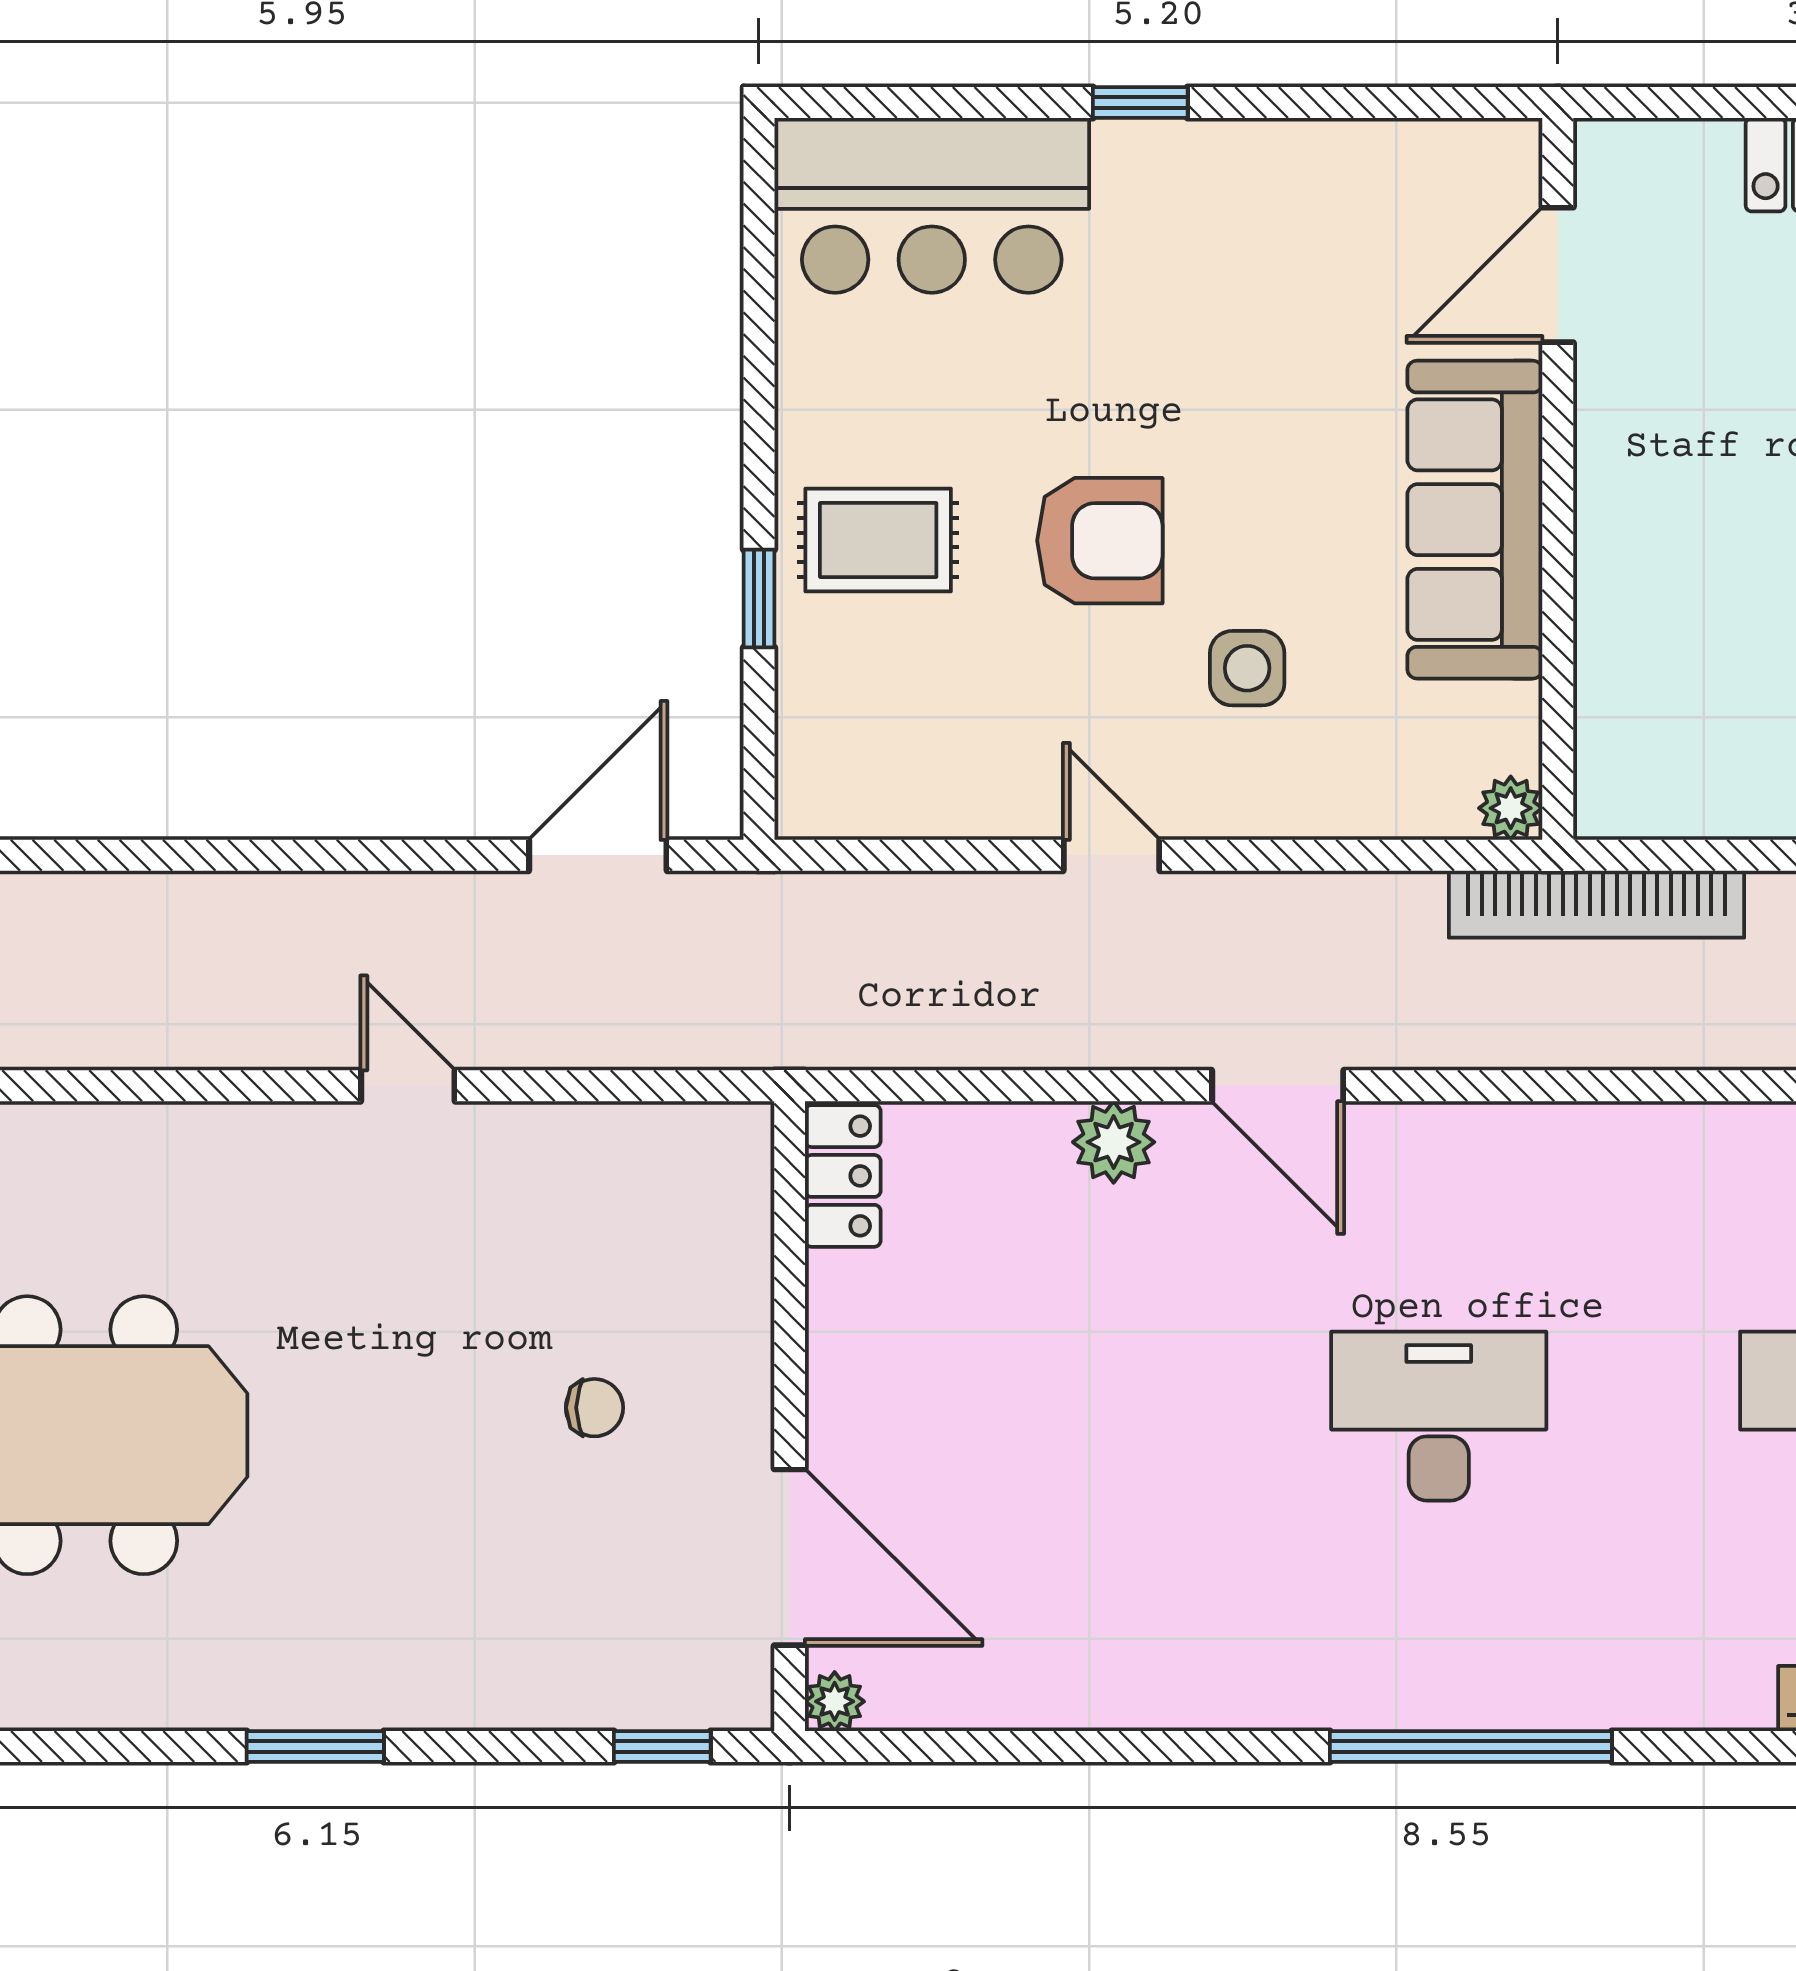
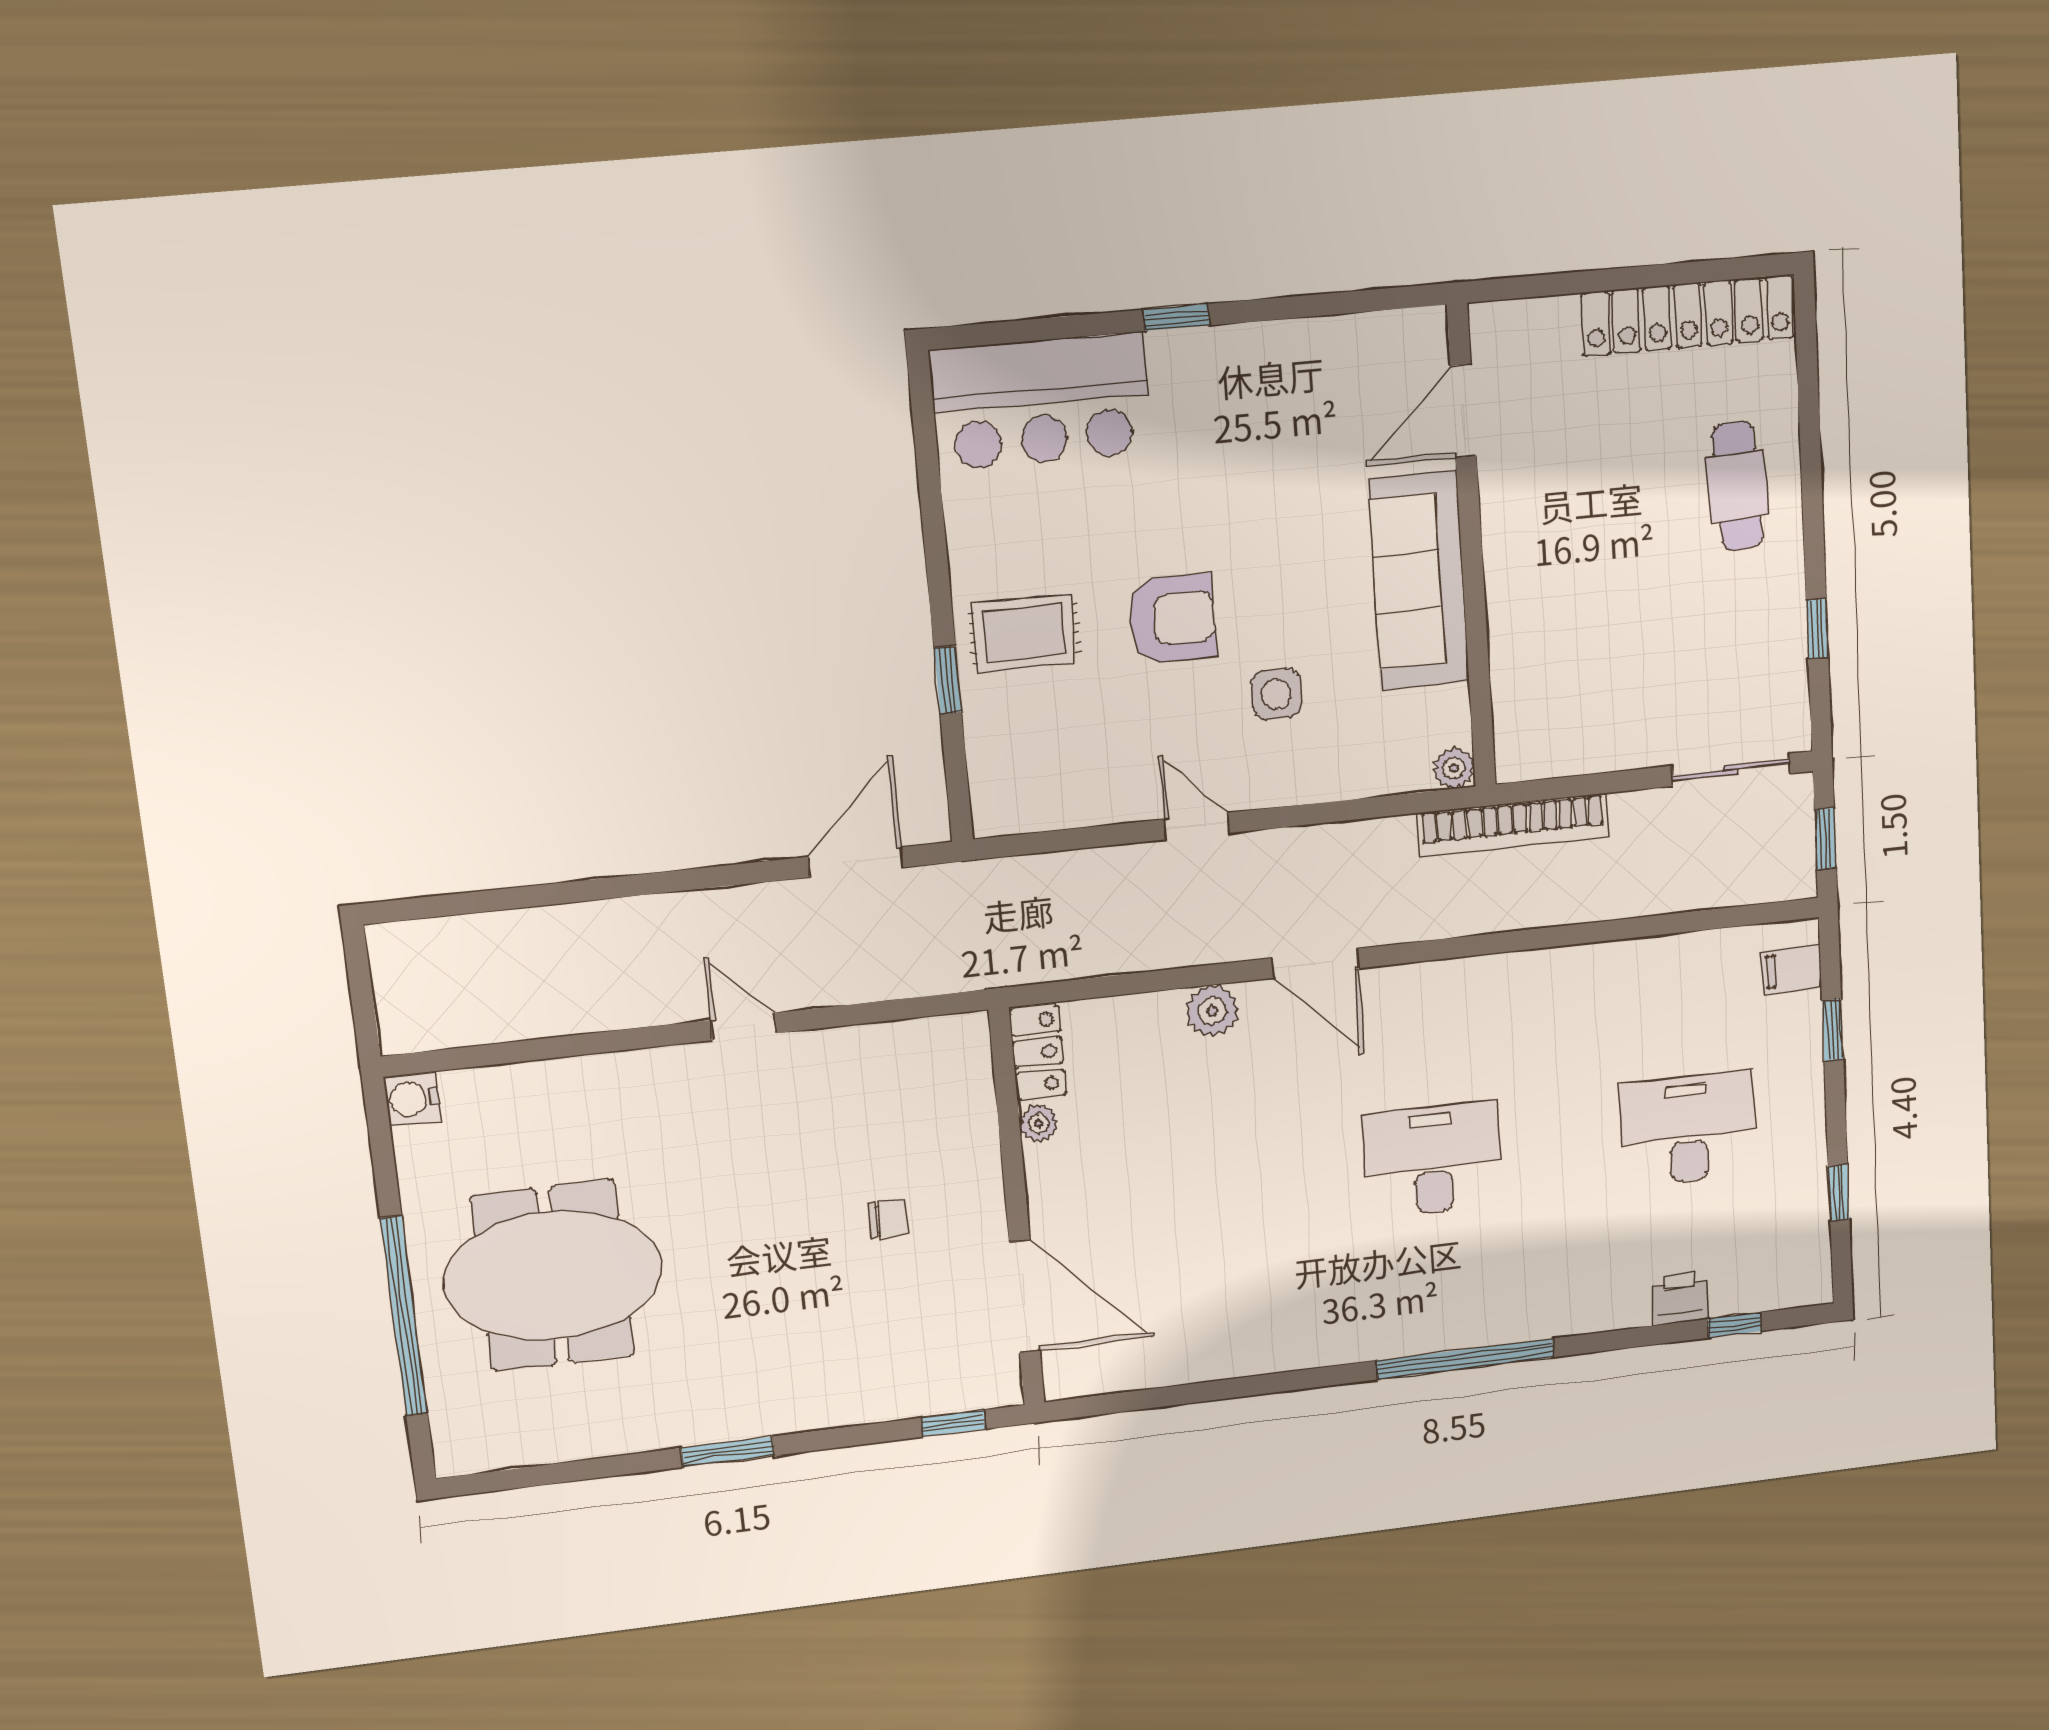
plant: (835, 1701) -> (1039, 1123), moved

